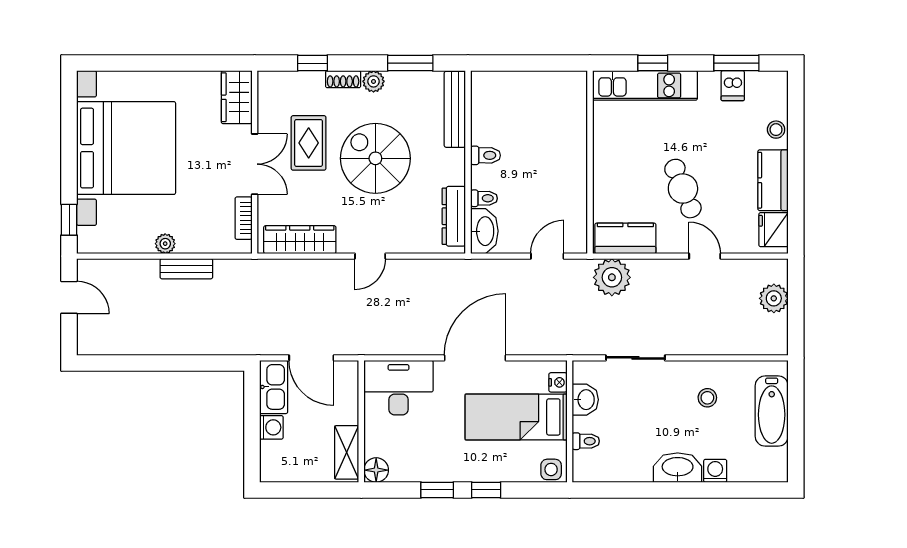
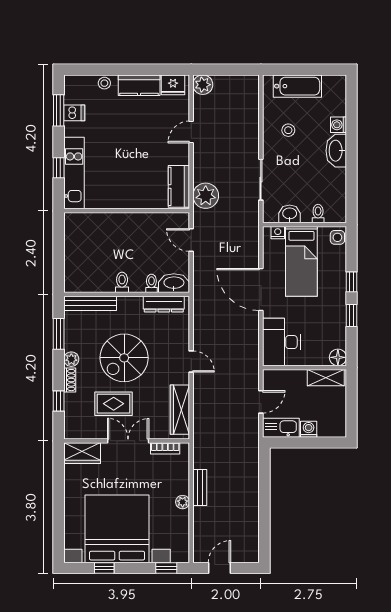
window: (69, 129) -> (104, 568), added
cafe table: (683, 189) -> (145, 147), removed
plant: (774, 298) -> (203, 85), moved
door: (311, 358) -> (261, 402), width x0.73

